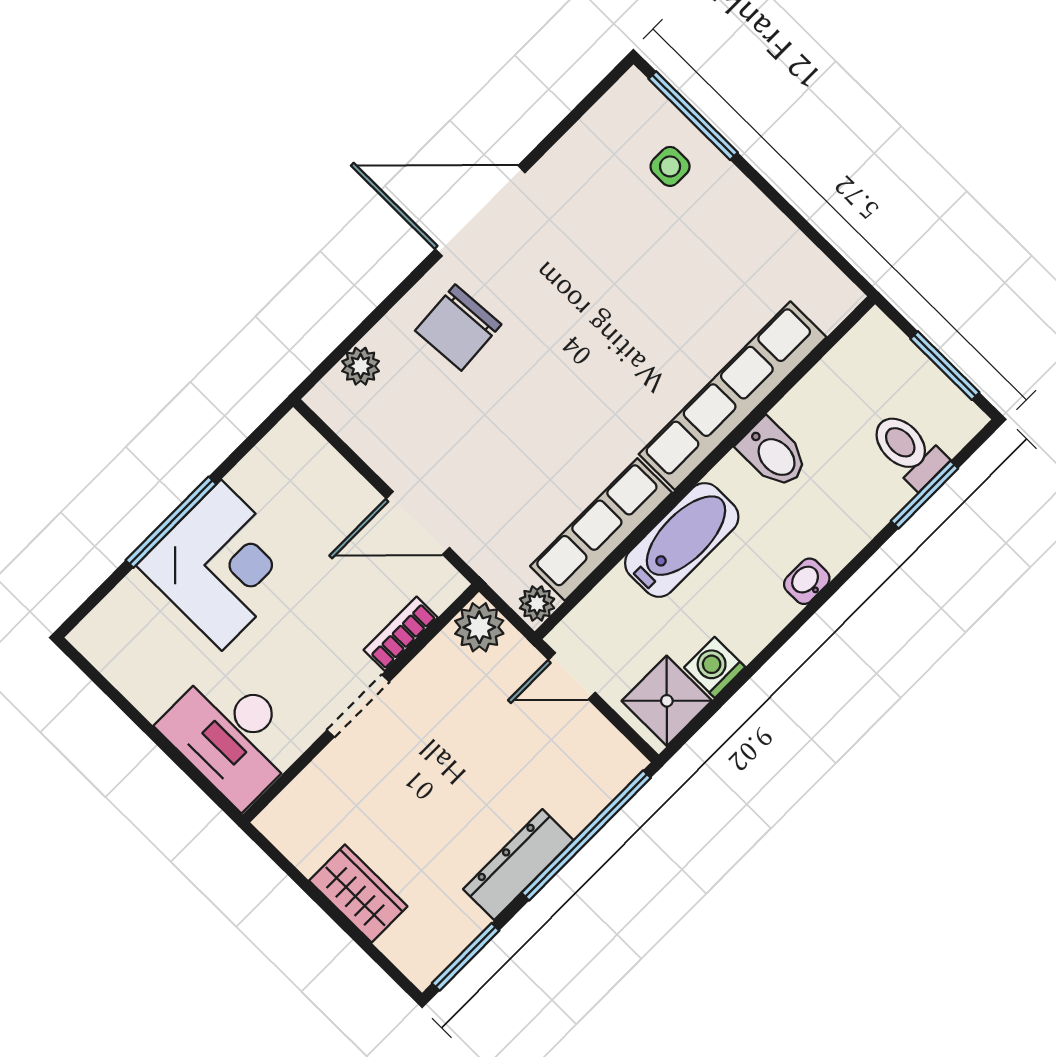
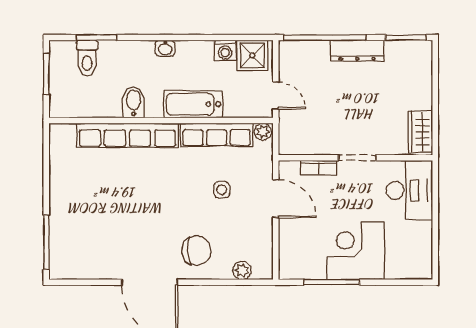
side table: (670, 166) -> (222, 190), moved
window: (171, 522) -> (332, 282), moved
plant: (479, 627) -> (290, 143), removed
wardrobe: (358, 894) -> (420, 132), moved

